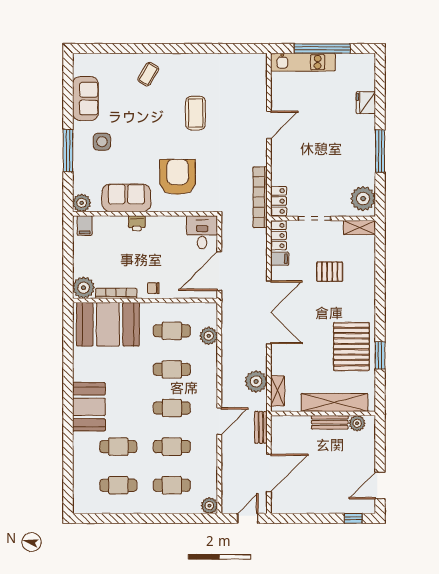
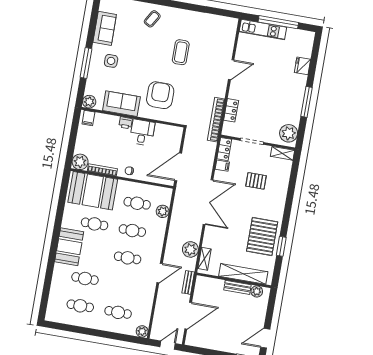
locker: (279, 201) -> (231, 110), moved
desk: (202, 232) -> (142, 132), moved
cafe table: (172, 447) -> (95, 224), moved

